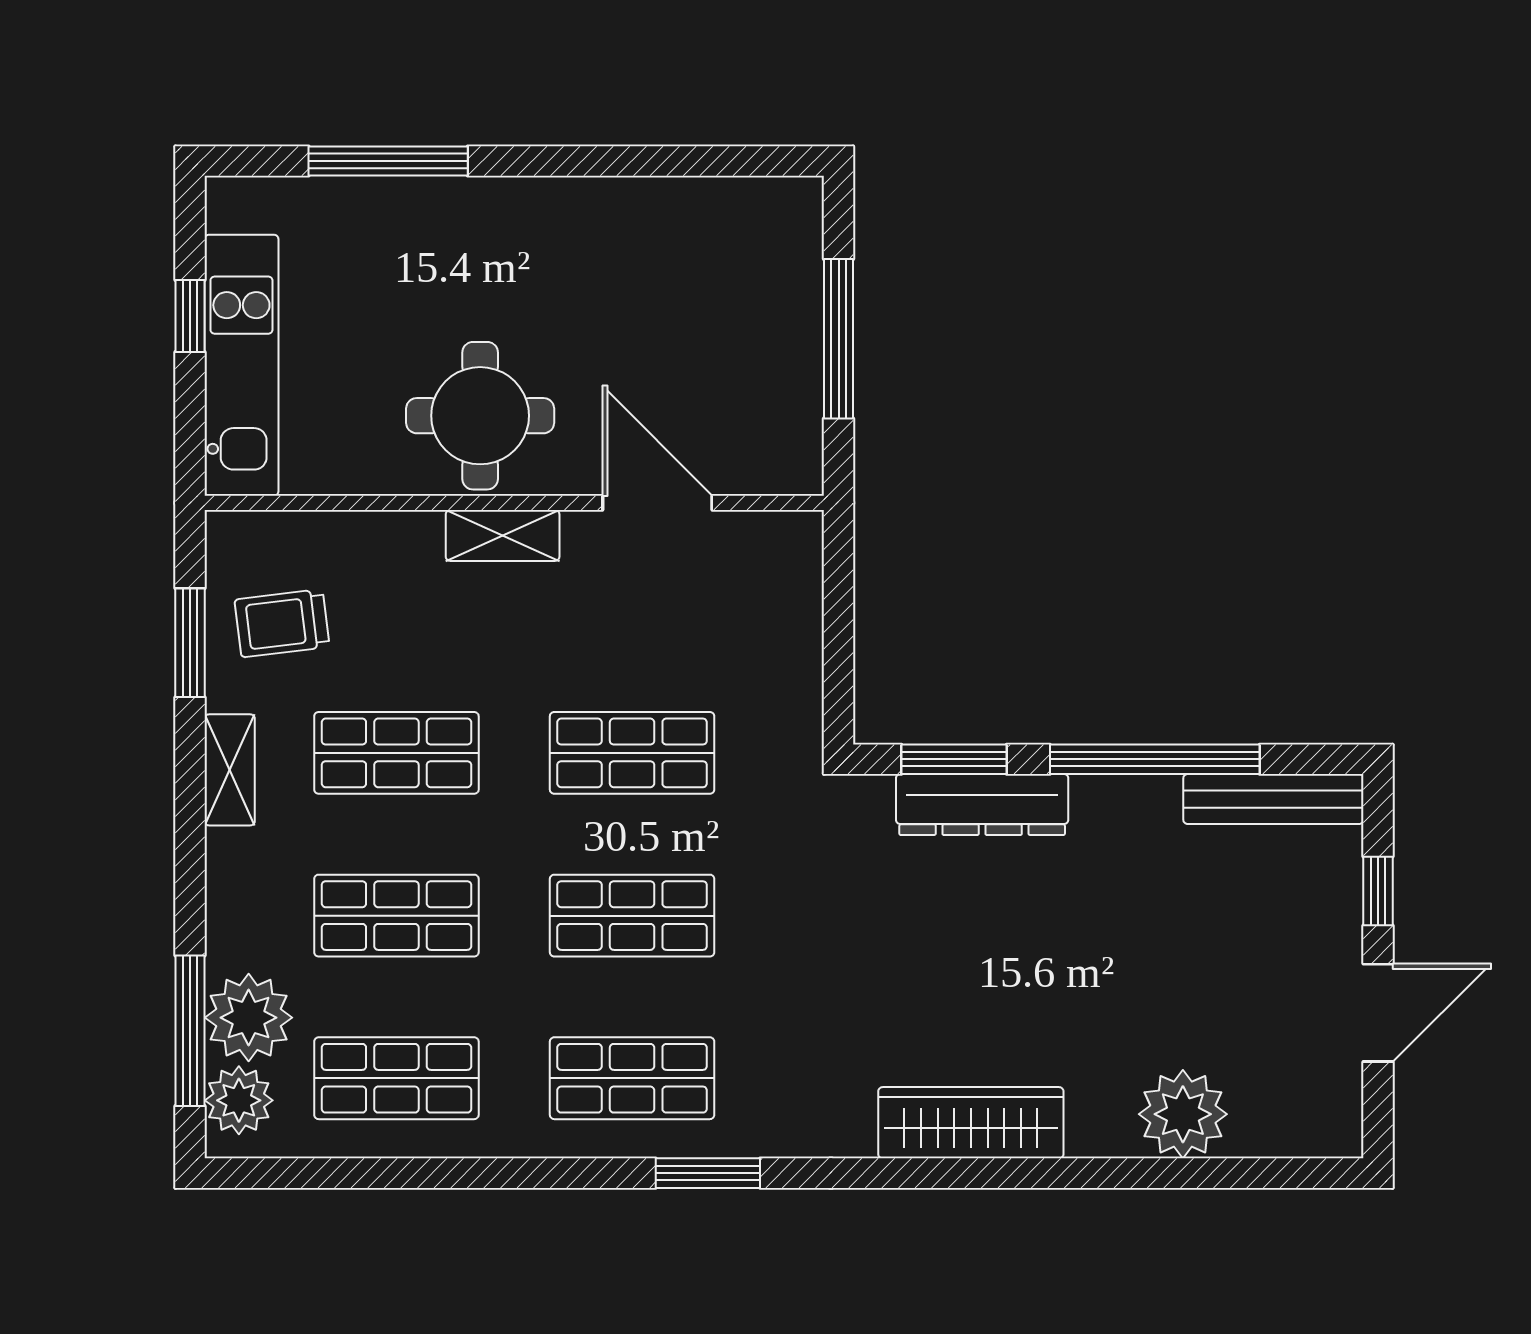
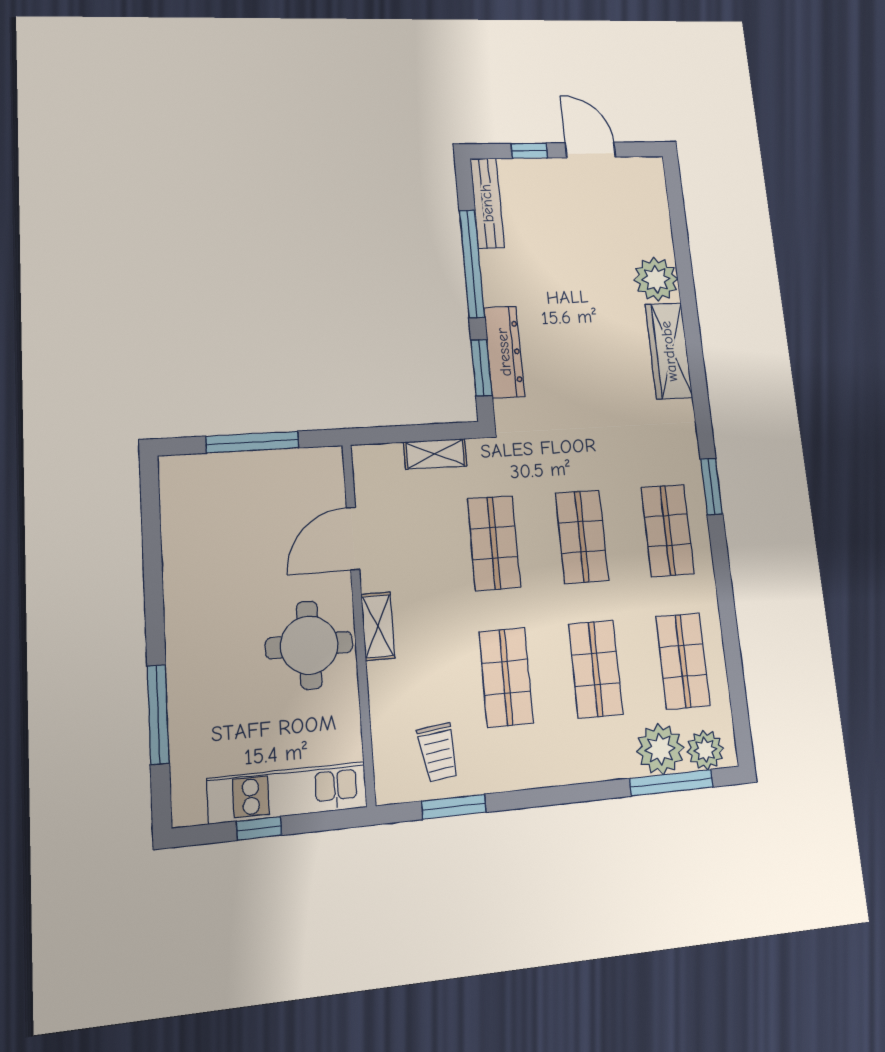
shelving: (230, 770) -> (435, 454), moved
plant: (1183, 1114) -> (656, 279), moved

